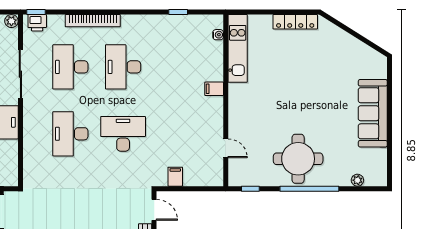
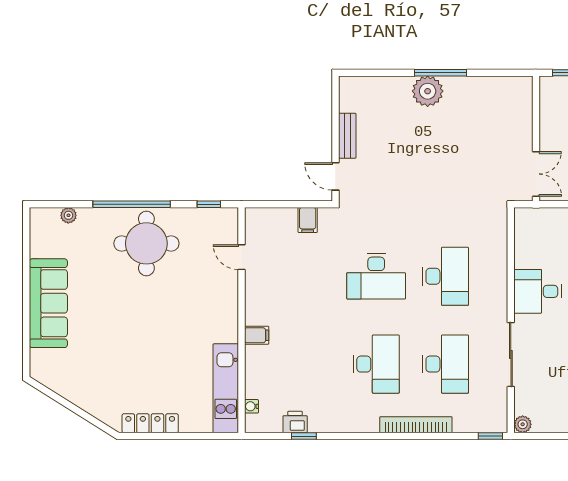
printer: (37, 23) -> (295, 422), moved

